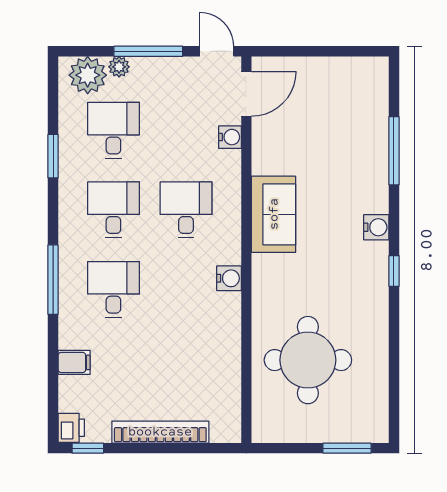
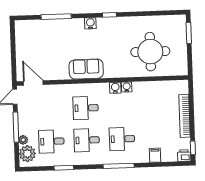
water cooler: (230, 137) -> (127, 87), moved

